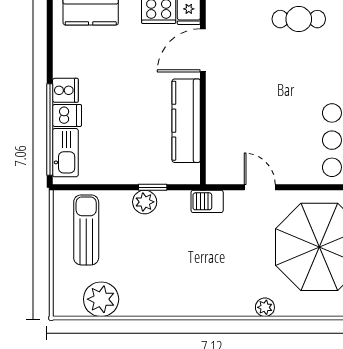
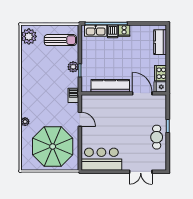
door: (260, 187) -> (80, 119), hinge flipped
plant: (101, 299) -> (29, 36), moved

